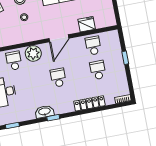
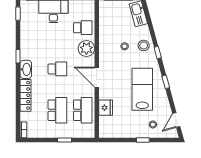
school desk: (93, 46) -> (83, 110), width x1.85
school desk: (98, 70) -> (57, 110), width x1.85
washbasin: (44, 112) -> (26, 69), moved

